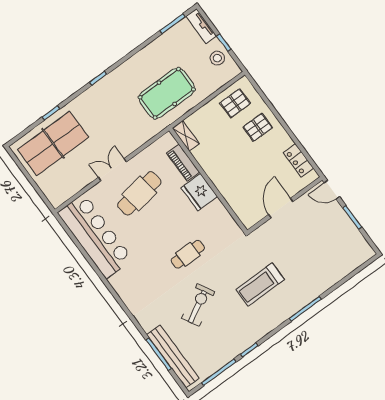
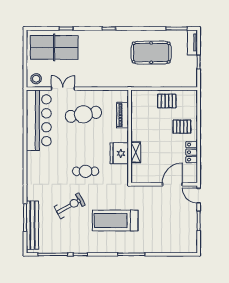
stool: (217, 58) -> (36, 79), moved
pool table: (167, 93) -> (151, 53), moved
pallet: (235, 103) -> (167, 101), moved
shelving: (186, 136) -> (136, 152), moved
locker: (298, 160) -> (192, 152), moved
double door: (112, 170) -> (63, 89), moved
fridge: (199, 192) -> (119, 153), moved
door: (281, 208) -> (172, 184), moved
treadmill: (260, 285) -> (115, 221), width x1.37, depth x1.38

